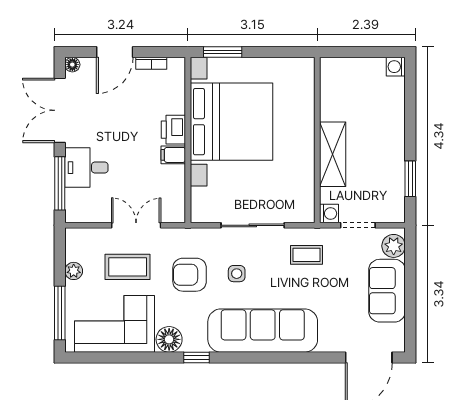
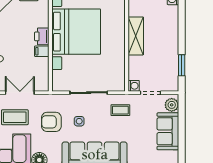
shelving: (333, 154) -> (136, 36), moved

